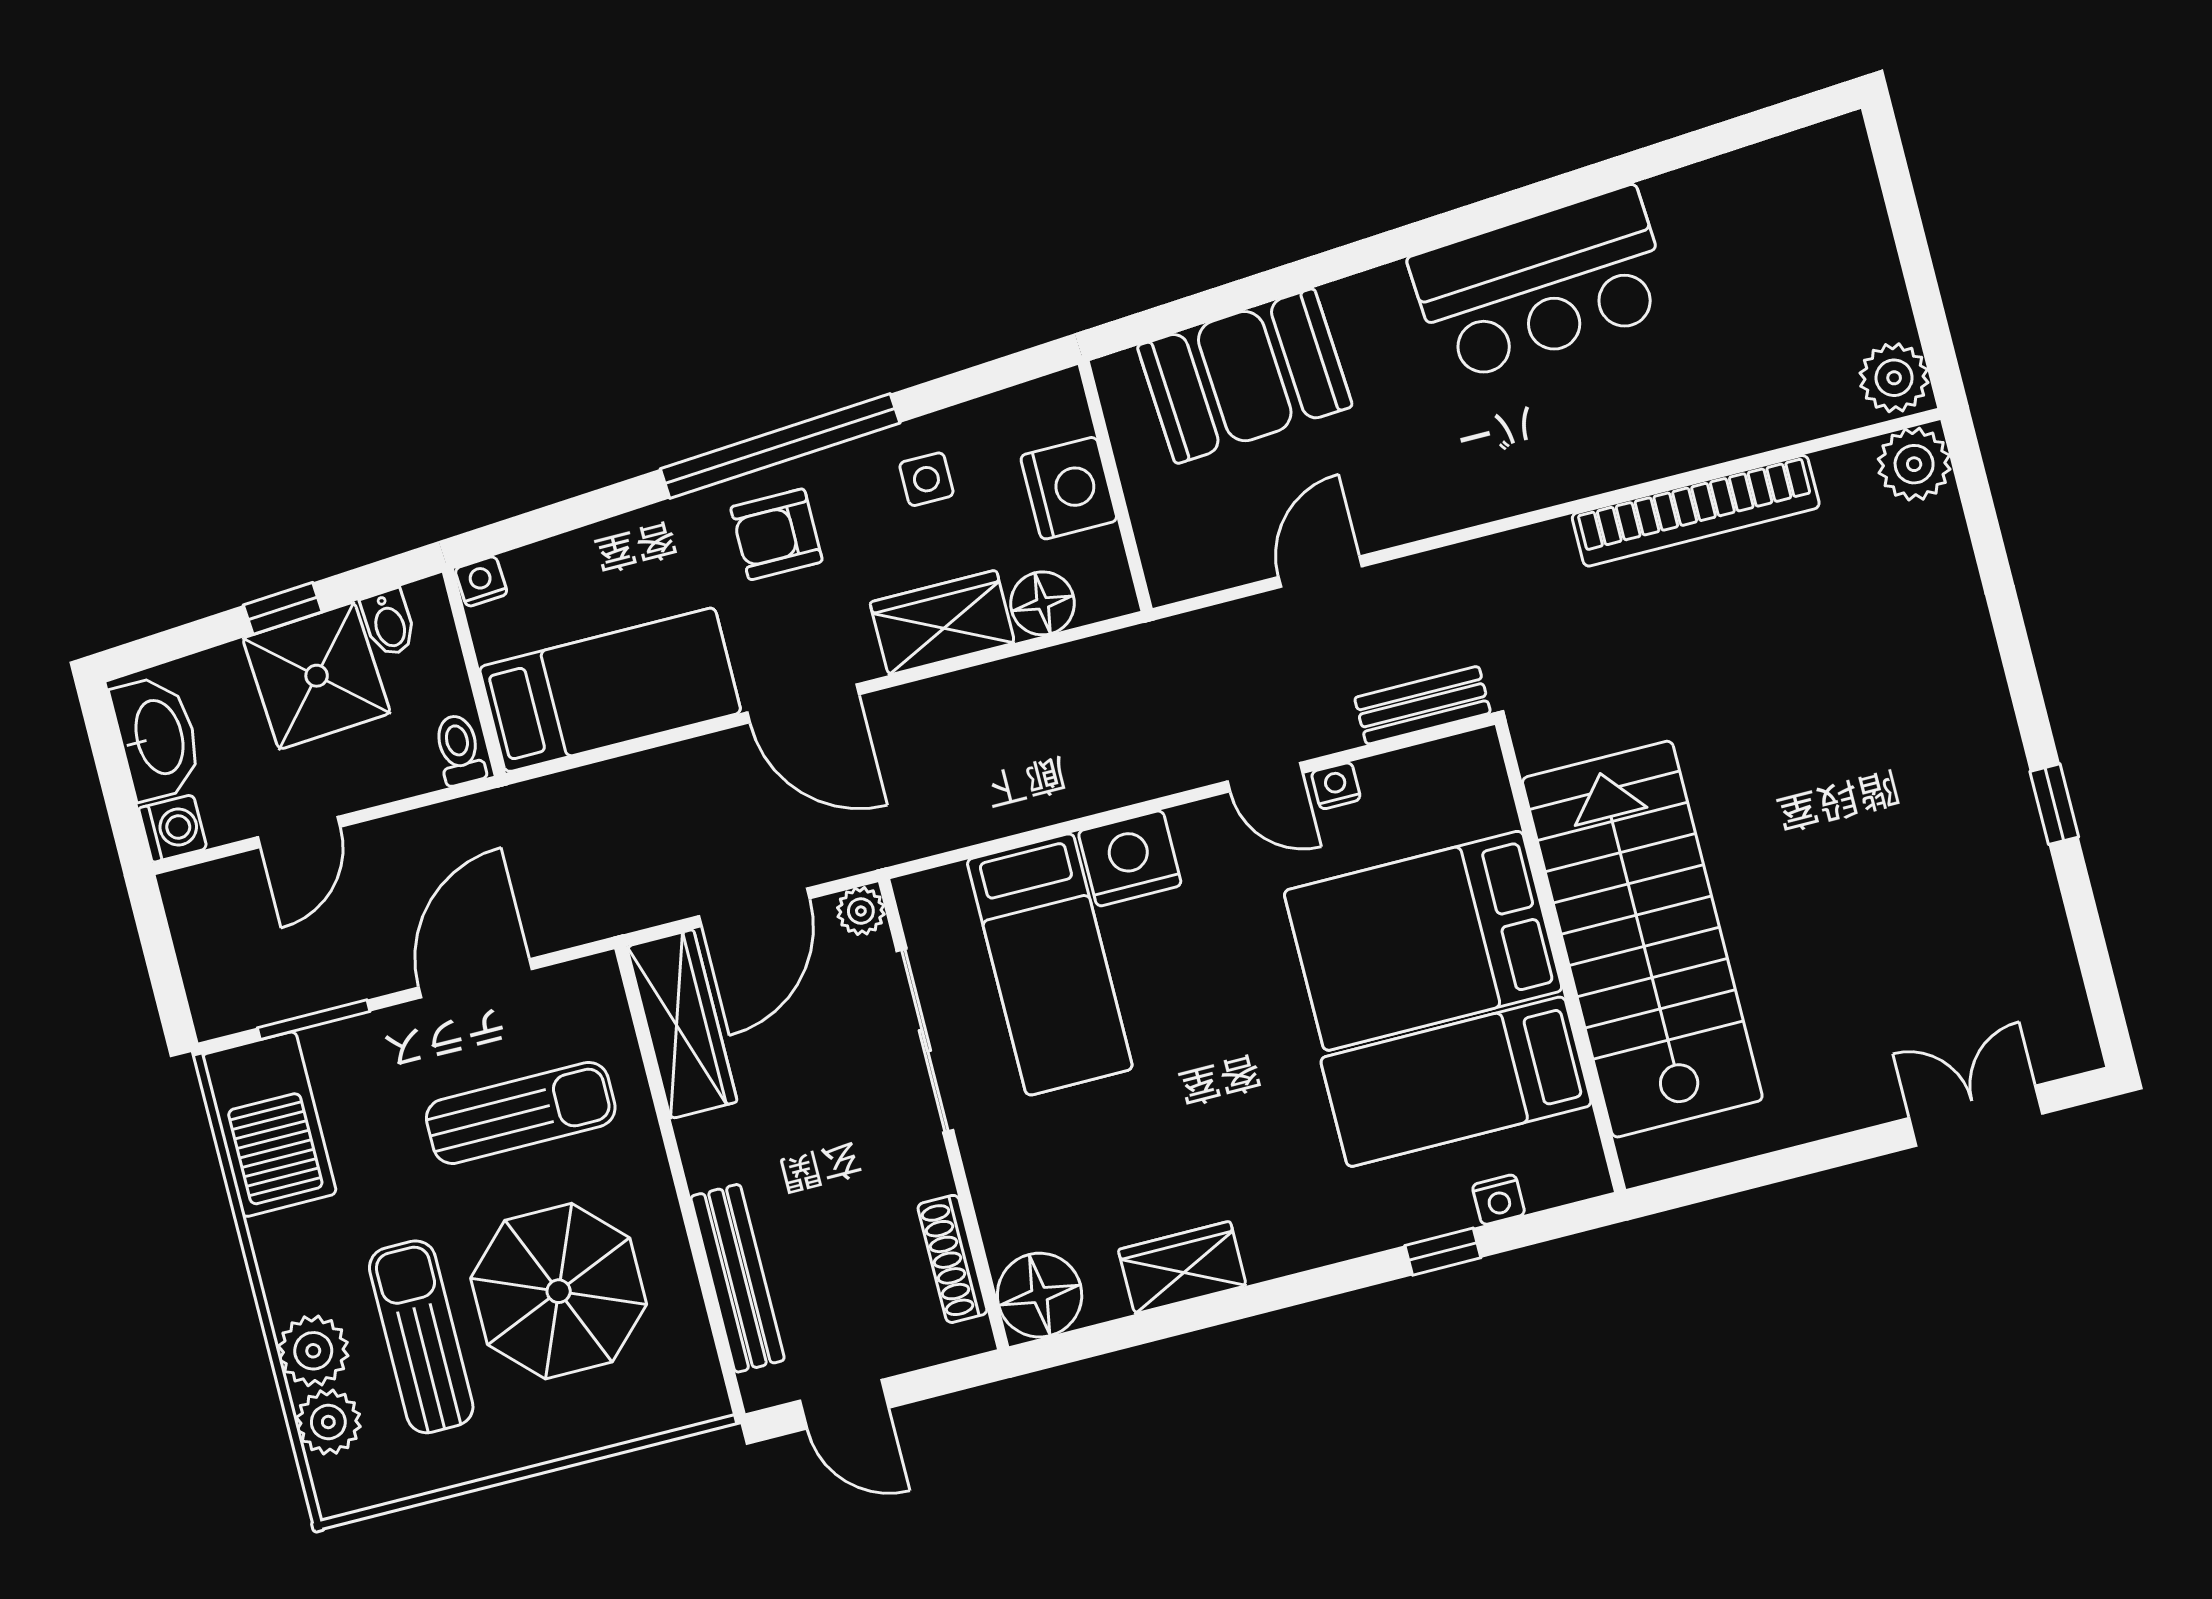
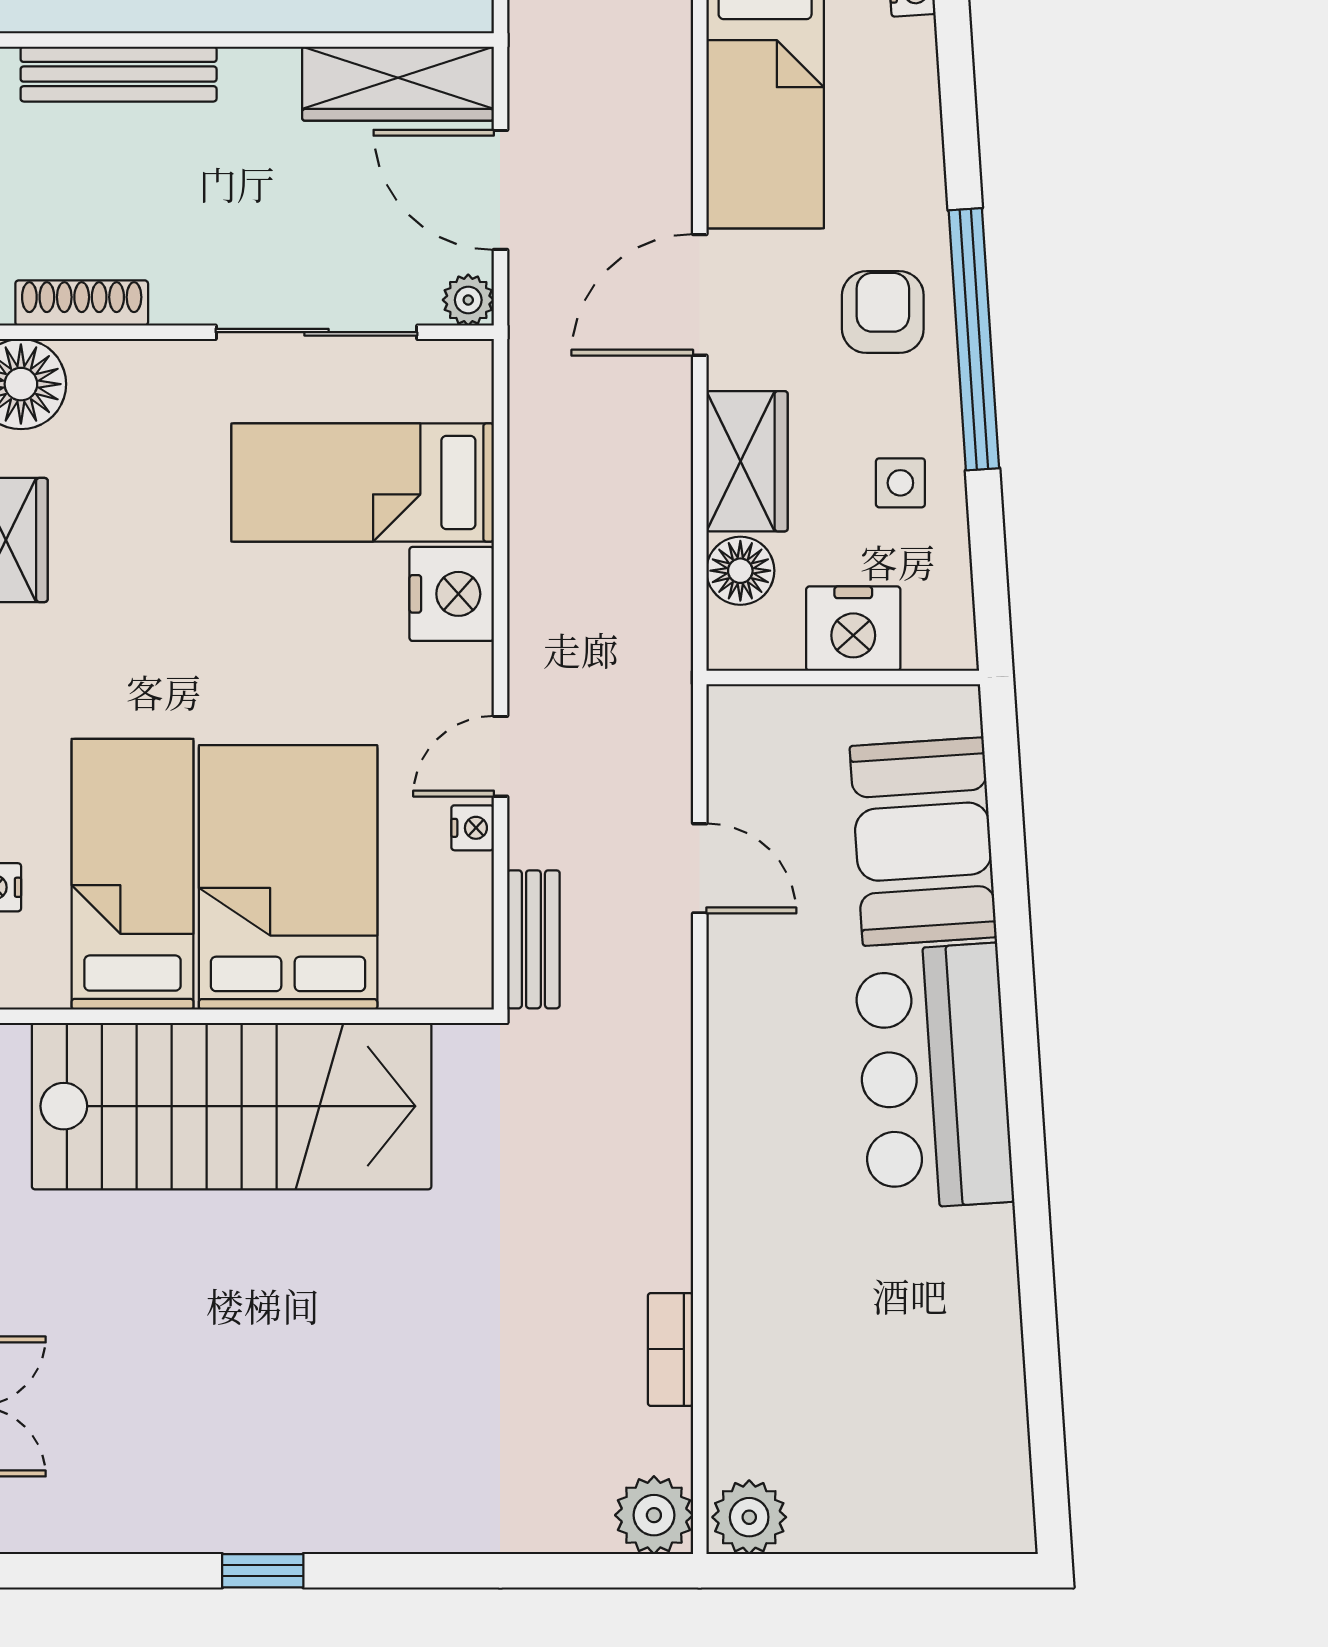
bar counter: (1541, 284) -> (934, 1077), moved
bookcase: (1696, 511) -> (670, 1349), width x0.43, depth x0.76

